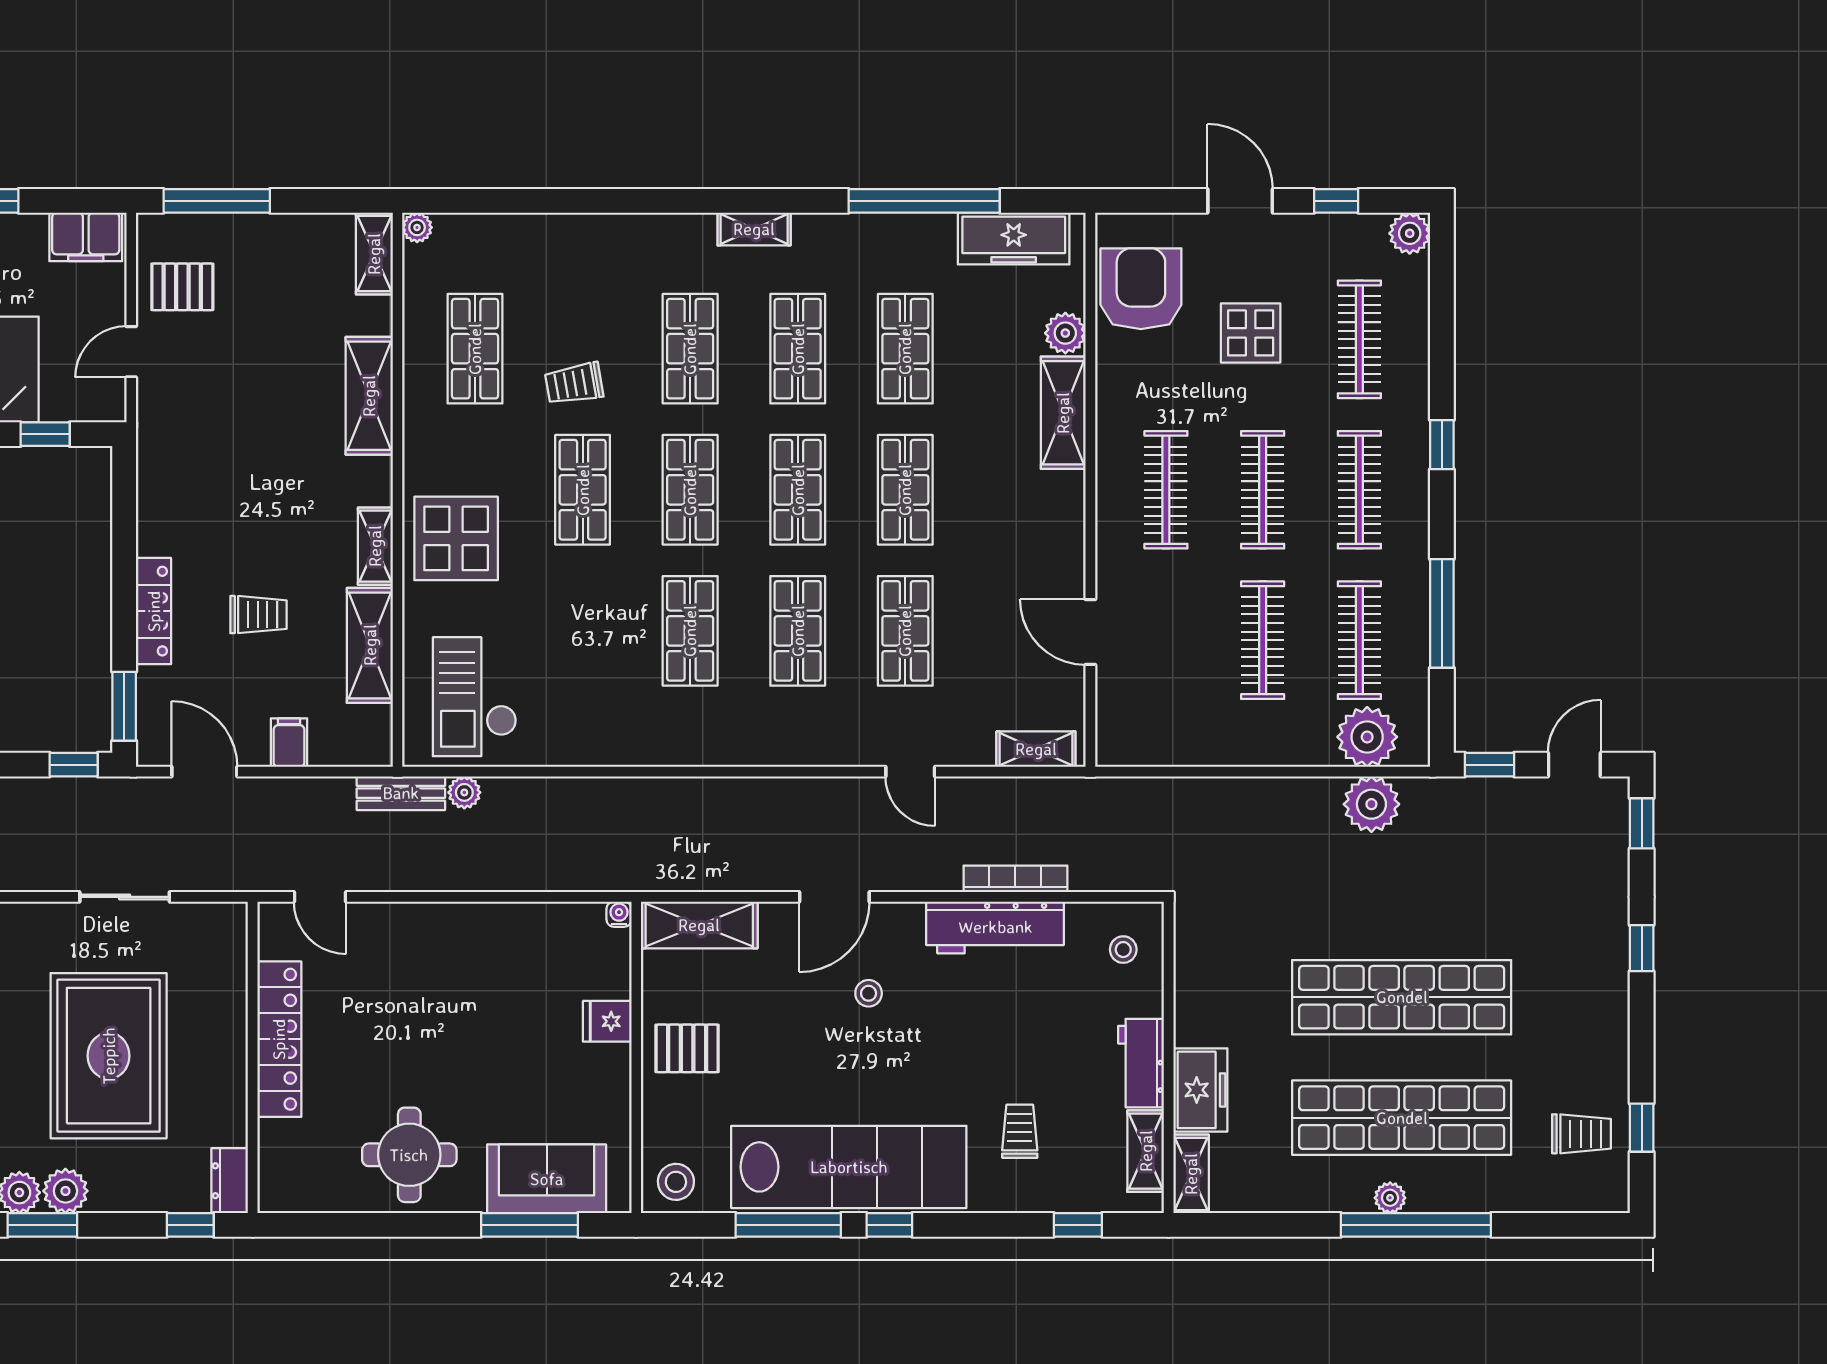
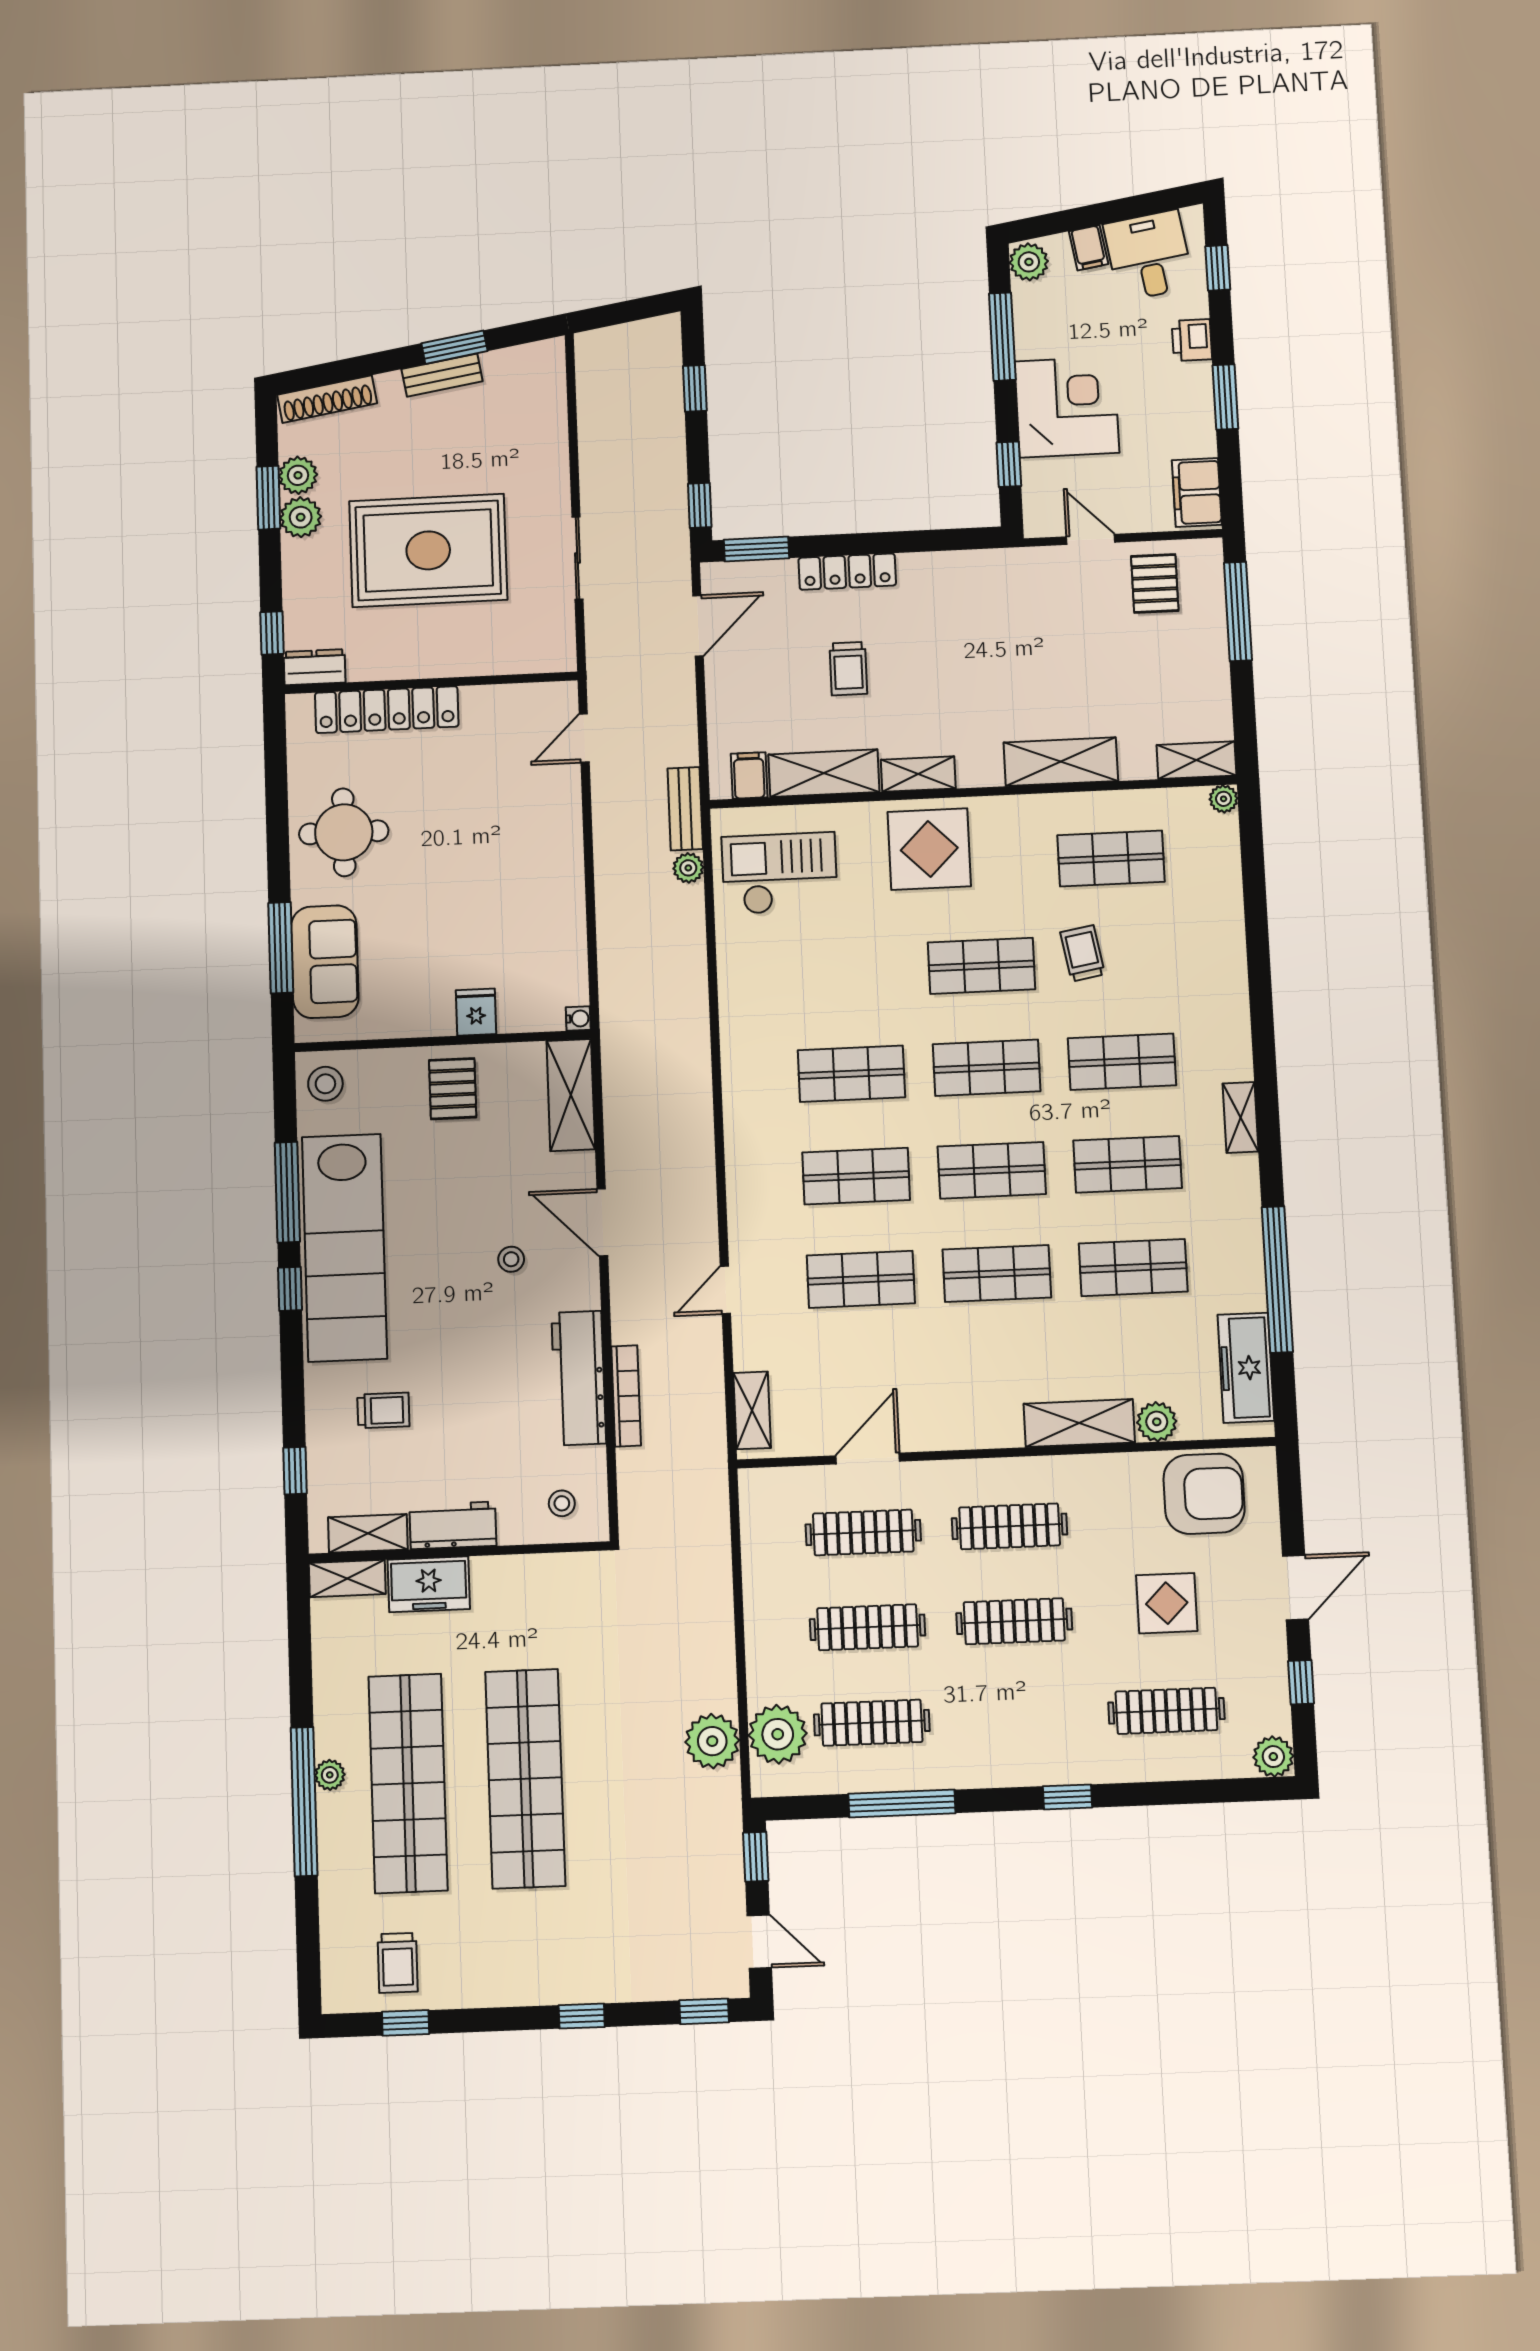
clothes rail: (1359, 490) -> (863, 1532), moved
filing cabinet: (289, 743) -> (749, 775), moved, turned -90
locker: (279, 1039) -> (387, 710), moved

